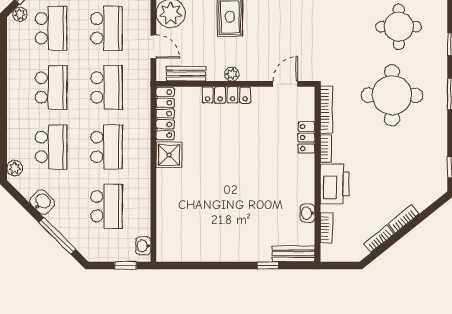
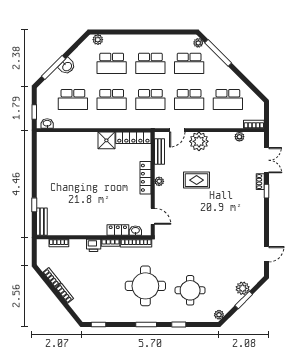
printer: (335, 184) -> (94, 245), width x0.53, depth x0.68
washbasin: (42, 202) -> (67, 66), moved
washbasin: (307, 213) -> (135, 231), moved

